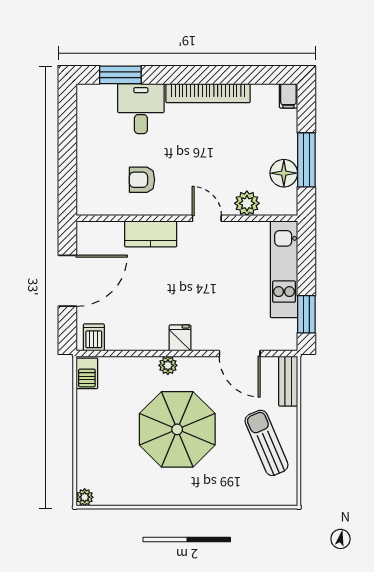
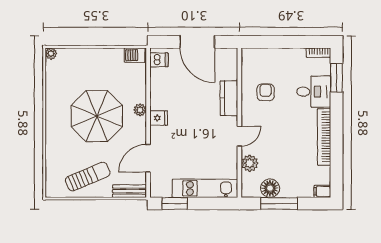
bookcase: (83, 102) -> (318, 53), added

